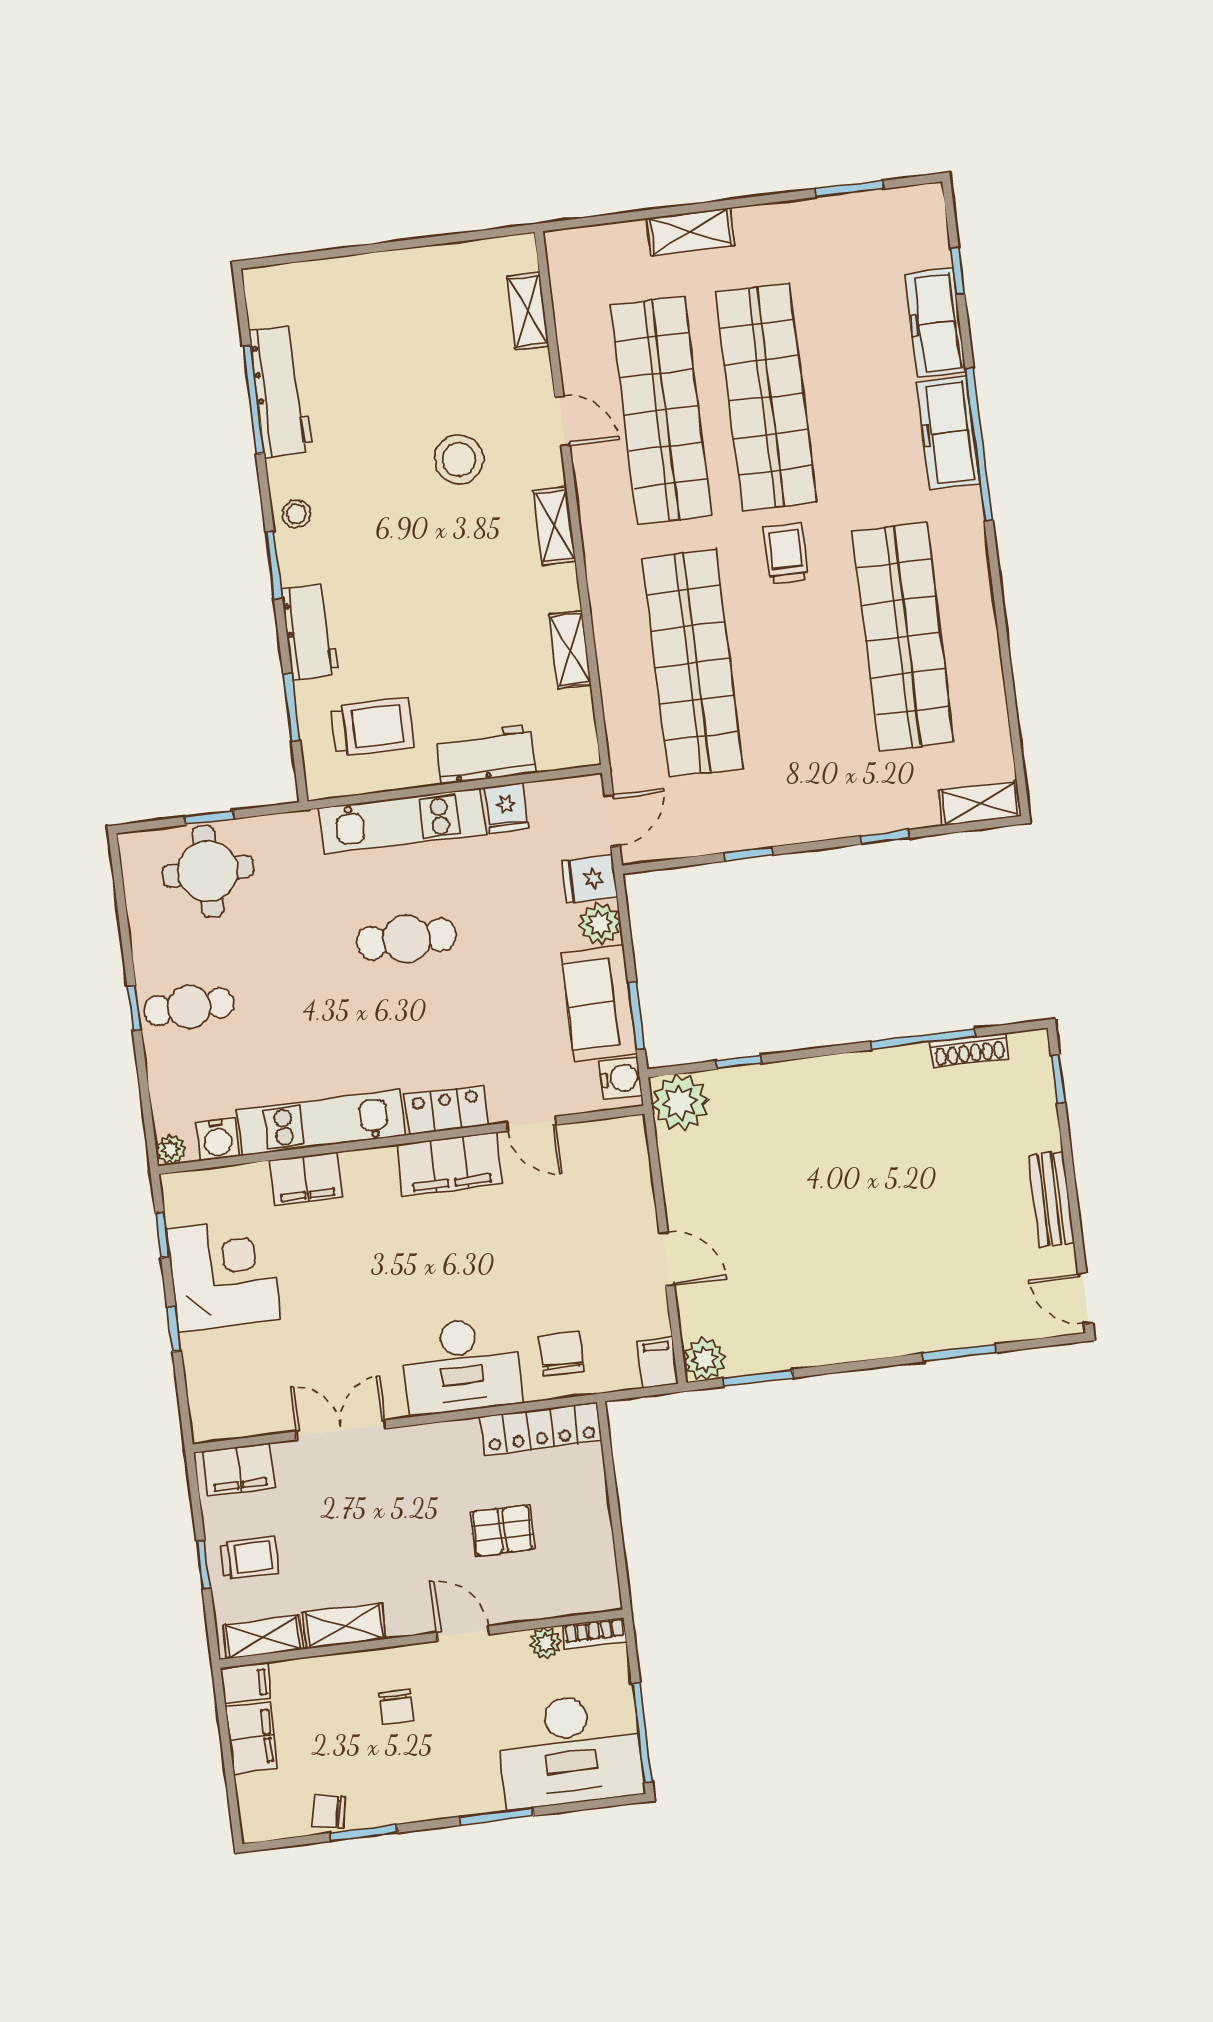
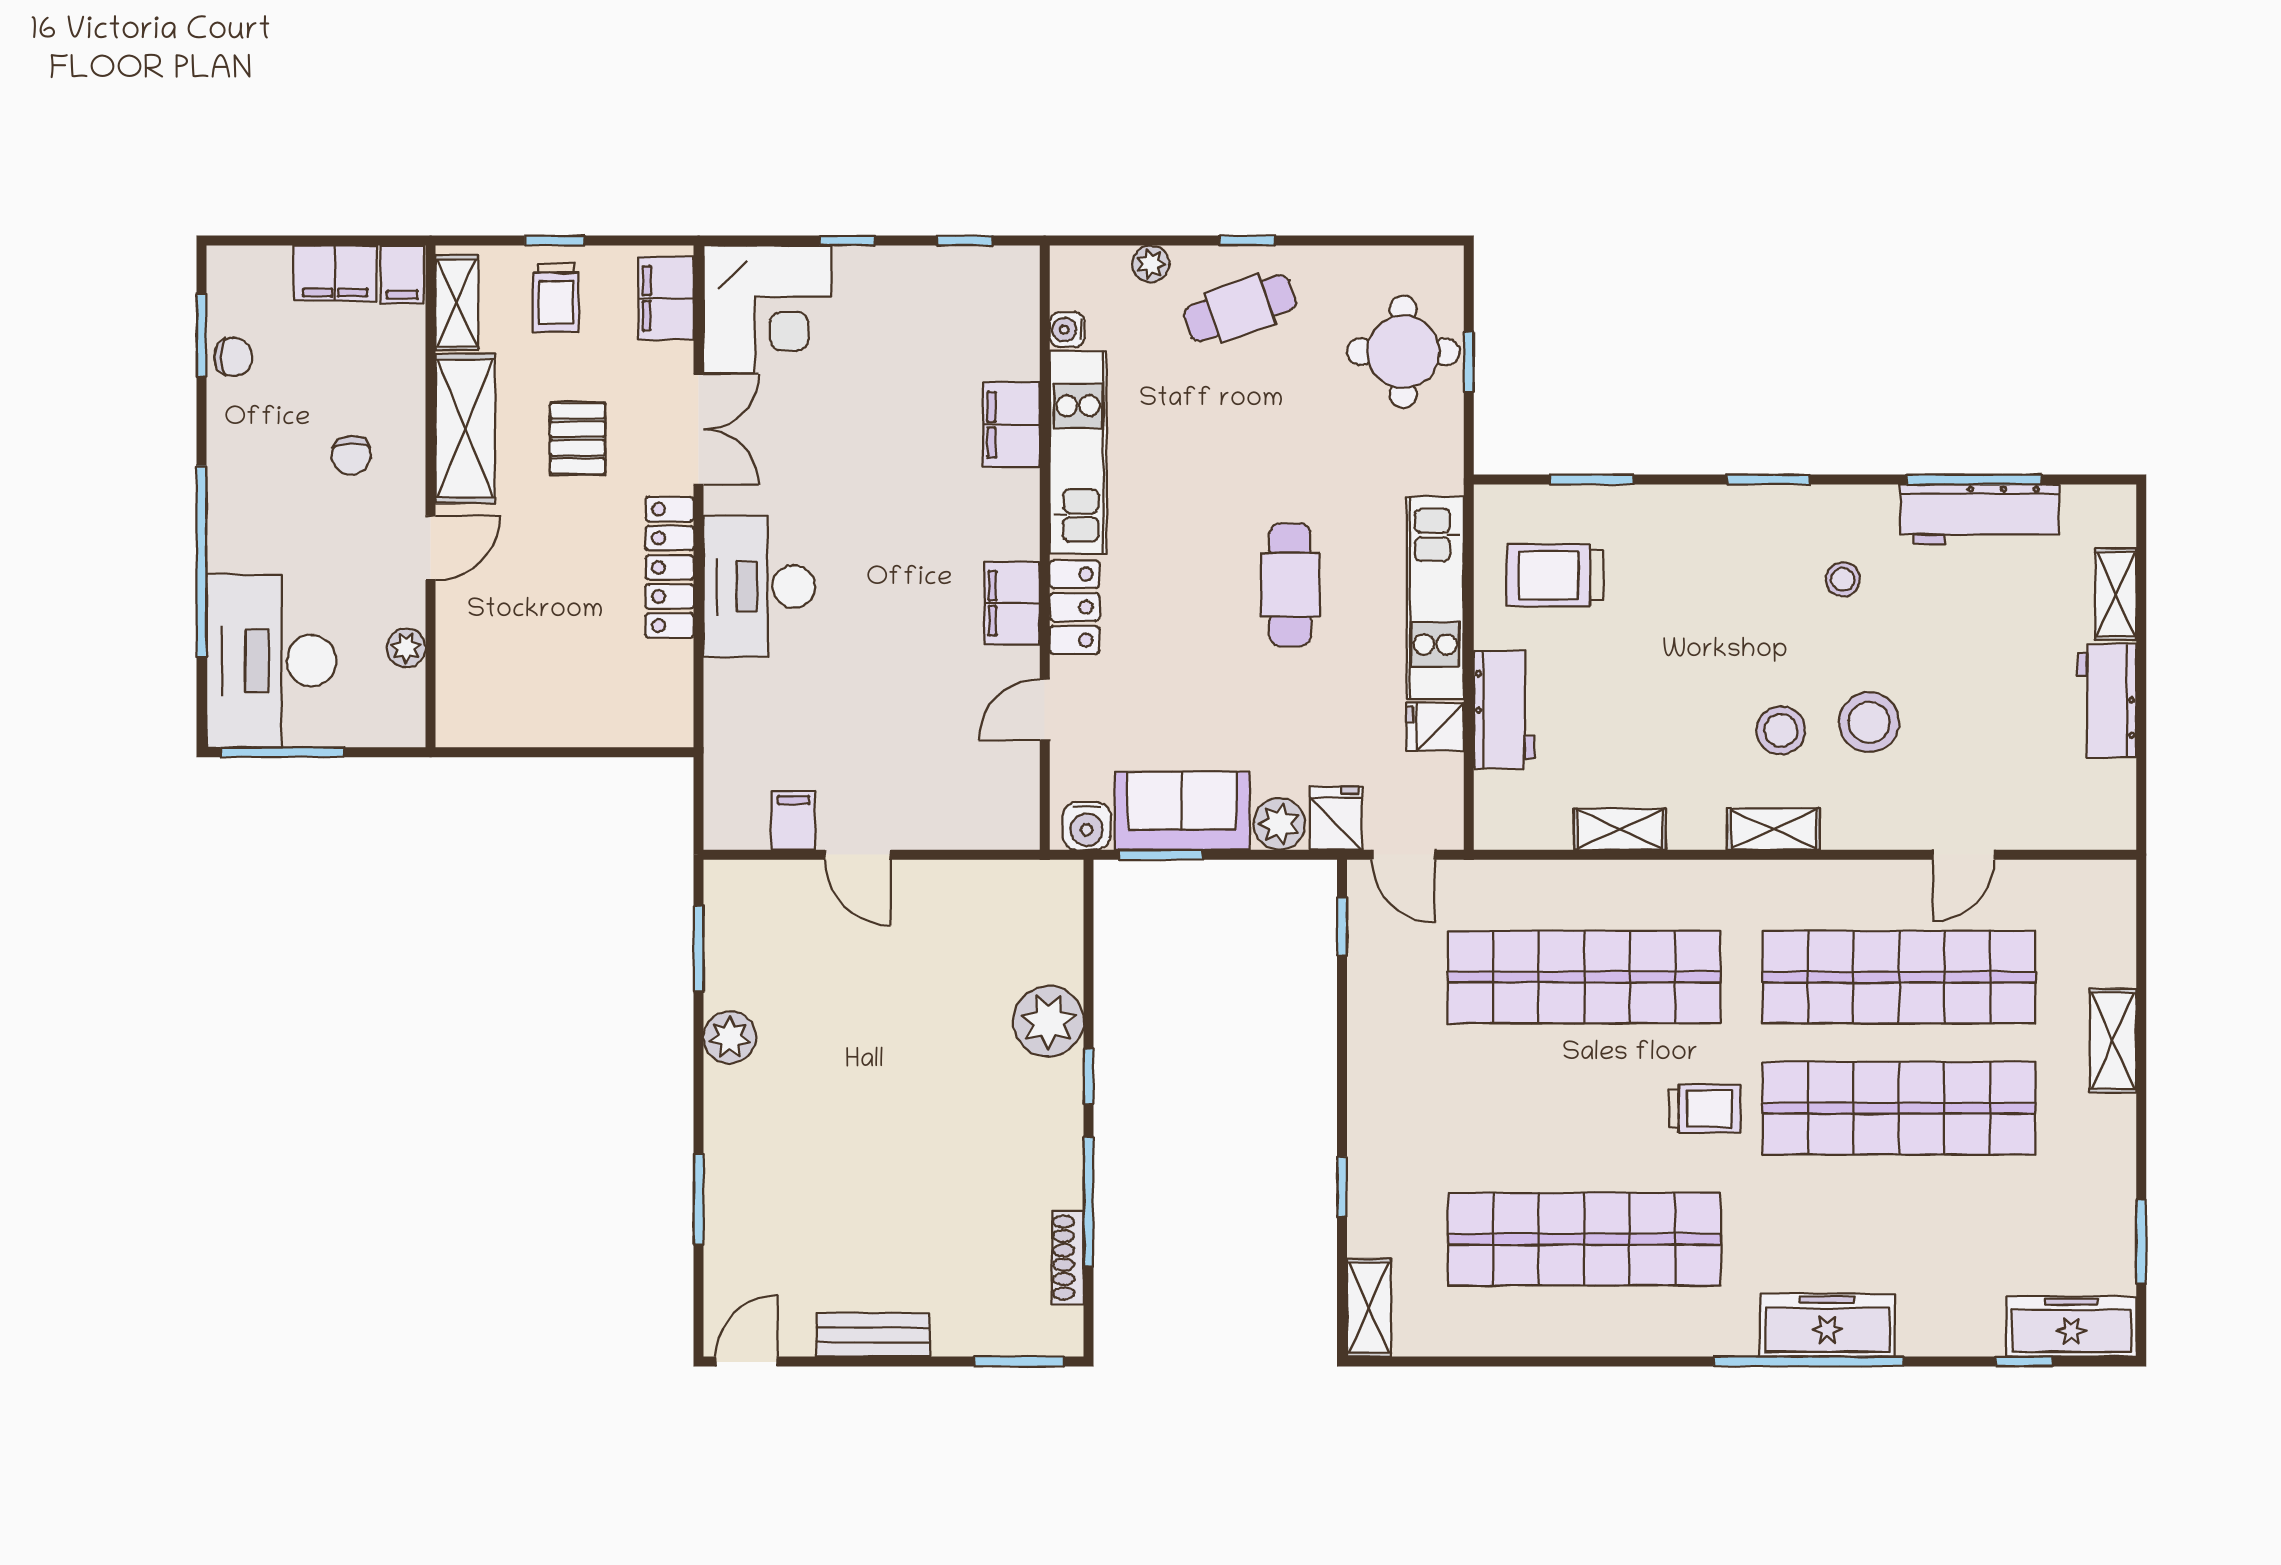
shelving: (528, 311) -> (2116, 594), moved, turned 90
freezer: (935, 323) -> (2071, 1327), moved
door: (562, 421) -> (1964, 855), moved
stool: (296, 514) -> (1843, 579), moved
stool: (474, 530) -> (1781, 730), added
workbench: (310, 632) -> (2107, 701), moved, turned 90
trolley: (372, 727) -> (1555, 575), turned 90
window: (749, 854) -> (1342, 927), moved
cafe table: (189, 1007) -> (1240, 308), turned 71
window: (739, 1062) -> (1089, 1076), moved
window: (1058, 1079) -> (1019, 1362), width x1.50
plant: (680, 1102) -> (1048, 1021), moved
water cooler: (218, 1139) -> (1067, 330), width x0.72, depth x0.72
plant: (171, 1150) -> (1151, 264), moved
filing cabinet: (450, 1164) -> (1012, 603), width x0.67, depth x0.86
door: (667, 1259) -> (858, 855), hinge flipped
corner desk: (223, 1274) -> (767, 309), moved
chair: (562, 1354) -> (758, 712), removed
plant: (705, 1359) -> (730, 1037), moved
filing cabinet: (658, 1363) -> (794, 821), moved, turned -90
locker: (541, 1429) -> (670, 567), moved
pallet: (503, 1530) -> (578, 438), moved
shelving: (344, 1626) -> (465, 429), width x1.50, depth x1.33
bookcase: (595, 1634) -> (410, 709), removed
chair: (396, 1707) -> (351, 455), turned -90
chair: (329, 1811) -> (233, 357), turned 78
window: (497, 1816) -> (202, 562), width x2.11
window: (364, 1833) -> (202, 335), moved

